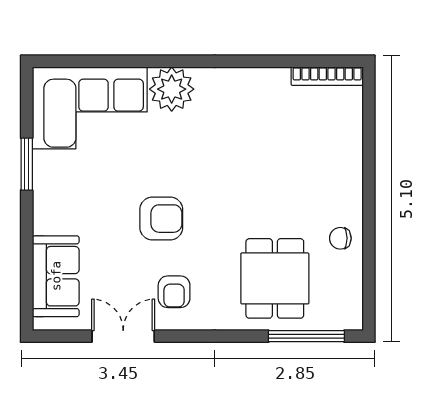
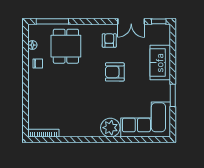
sofa: (56, 276) -> (160, 63), moved
floor lamp: (353, 281) -> (32, 45), added
window: (59, 336) -> (159, 21), added

